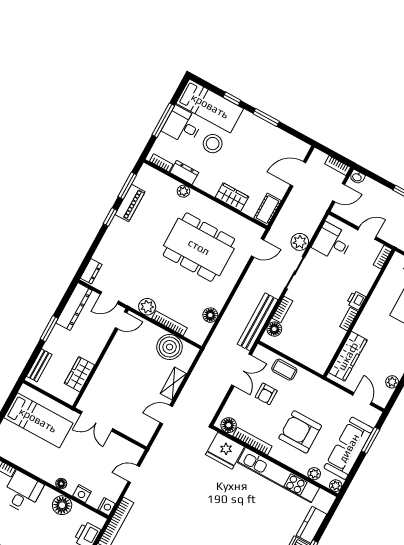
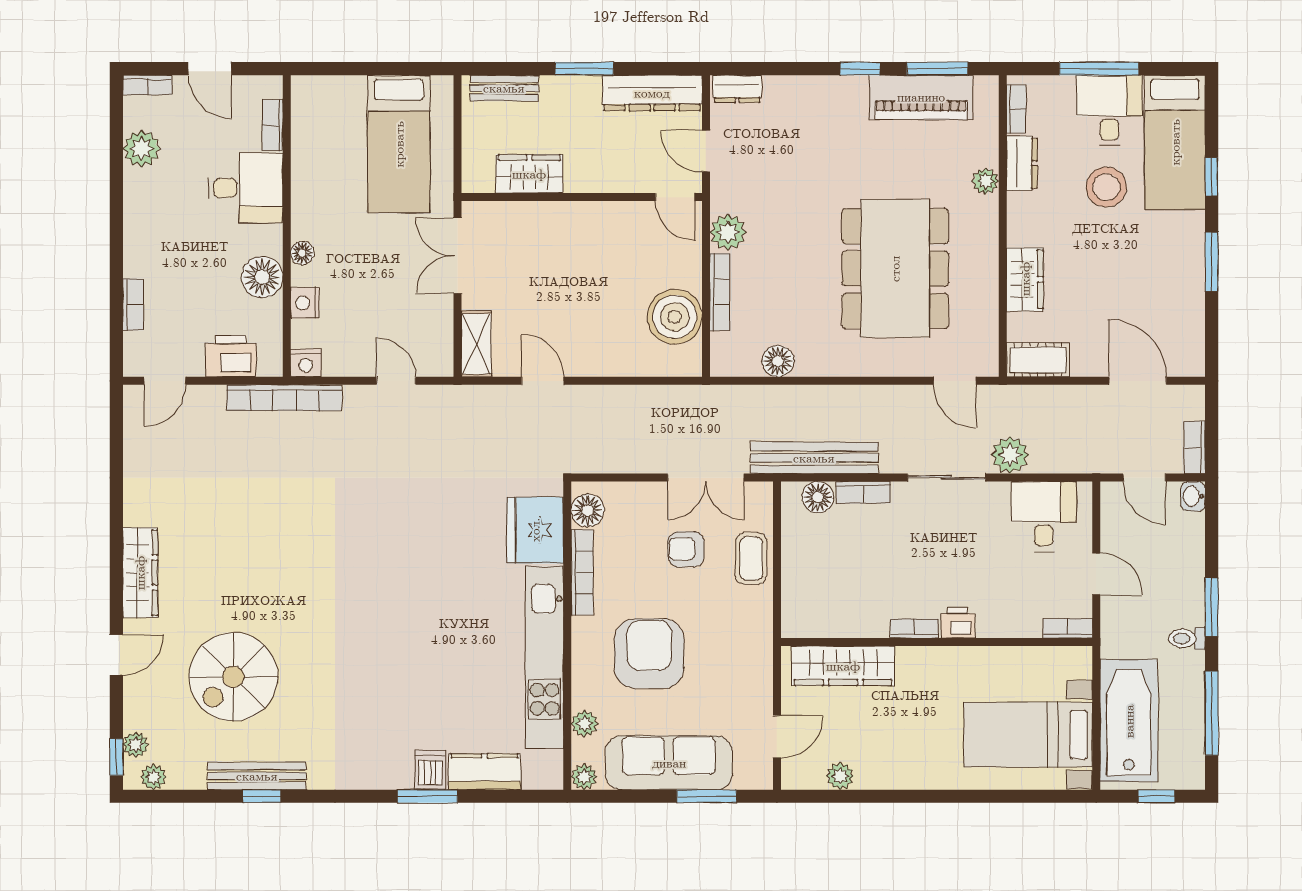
piano: (130, 203) -> (921, 97), width x1.37, depth x1.33
shelving: (173, 384) -> (476, 344), moved, turned 90

